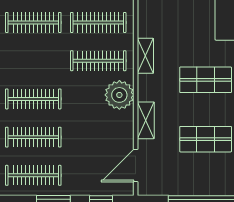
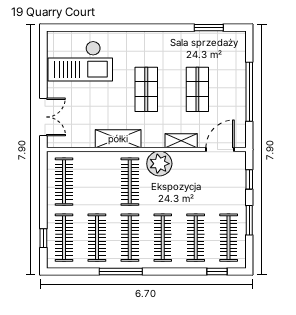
clothes rail: (98, 22) -> (130, 238), moved
shelving: (145, 56) -> (118, 139), width x1.50, depth x1.33
door: (136, 165) -> (220, 150), swing flipped

